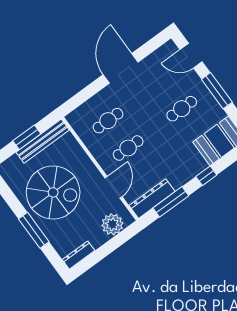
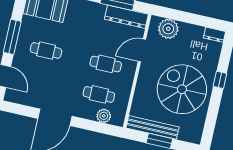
plant: (87, 109) -> (104, 116), added
window: (34, 230) -> (220, 80), width x0.46
dresser: (78, 255) -> (214, 35), width x0.70

